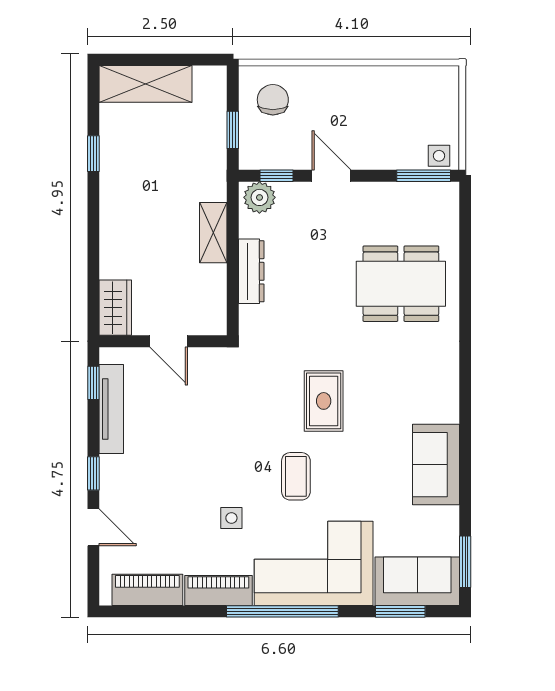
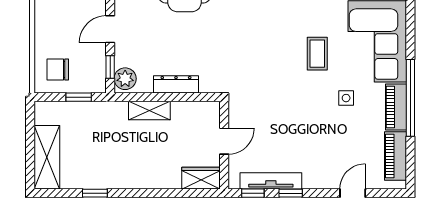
rug: (324, 401) -> (265, 34), removed
window: (93, 473) -> (291, 193), moved
coffee table: (296, 476) -> (317, 54), turned 90
window: (282, 611) -> (410, 98), moved

